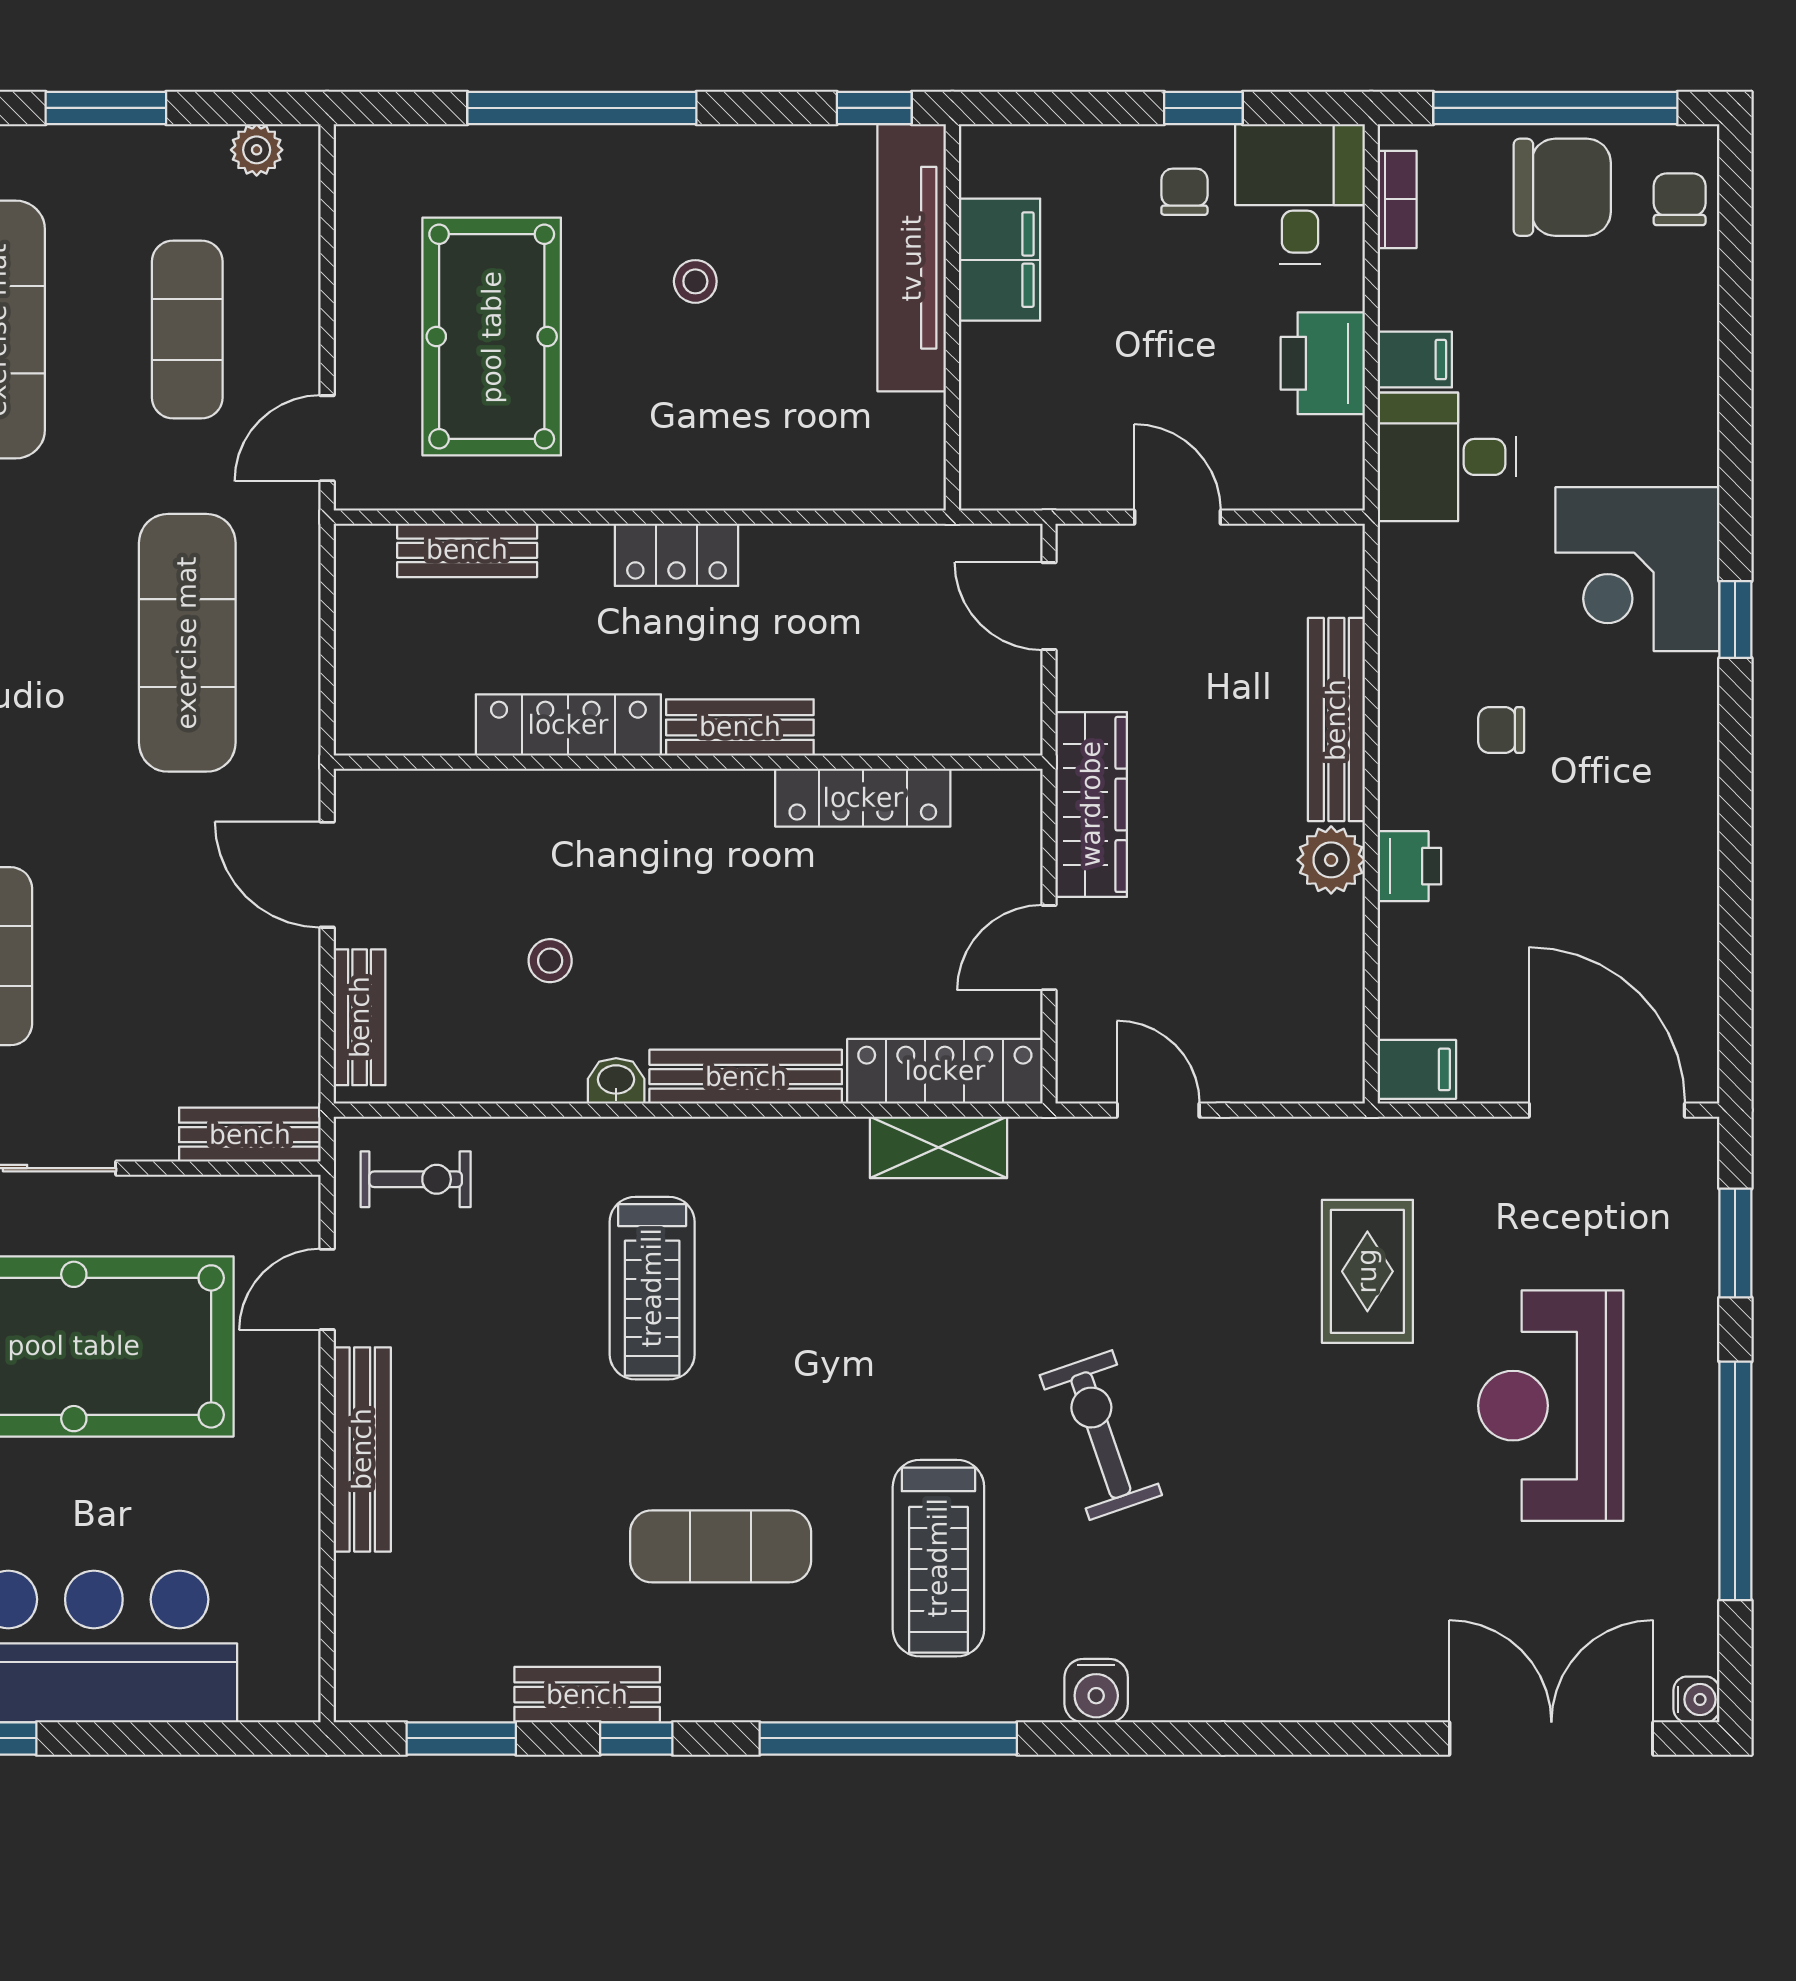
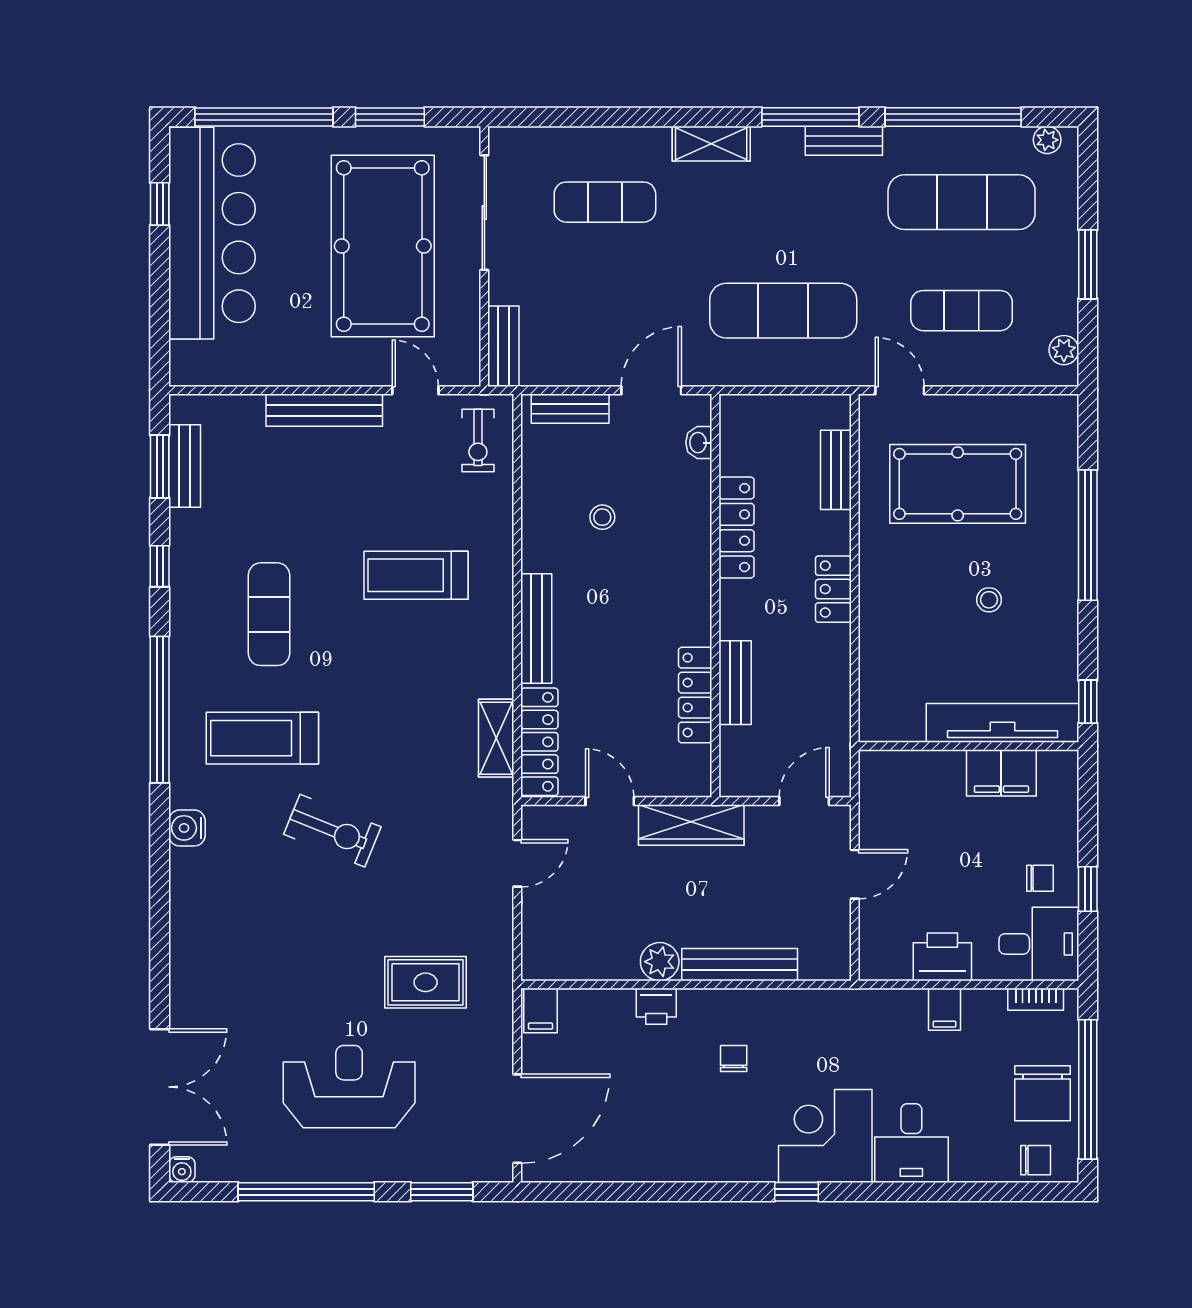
desk: (1447, 457) -> (911, 1143), moved, turned 180
bench: (740, 727) -> (735, 683), moved
washbasin: (616, 1081) -> (699, 443), moved, turned 180
exercise bike: (1101, 1435) -> (332, 831), turned 41
bench: (587, 1695) -> (185, 466), moved

